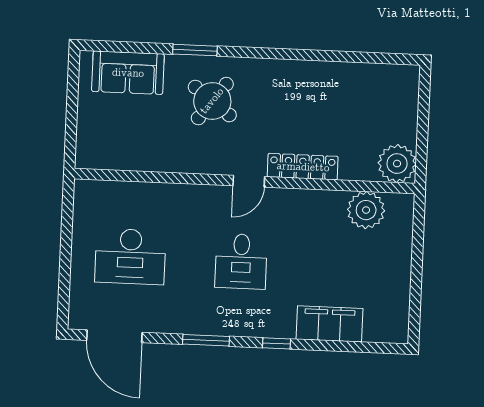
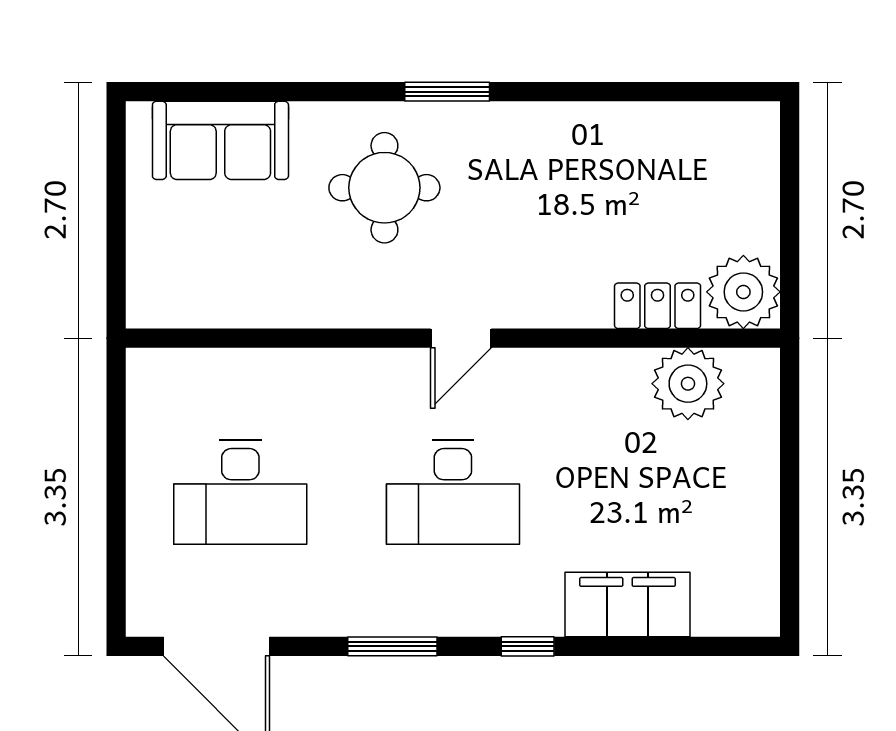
window: (195, 50) -> (447, 92), moved
round table: (212, 101) -> (384, 188), turned -37
locker: (303, 167) -> (658, 306), moved, width x0.66
desk: (241, 261) -> (453, 492), width x1.37

